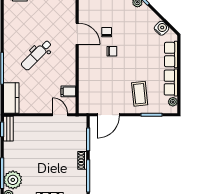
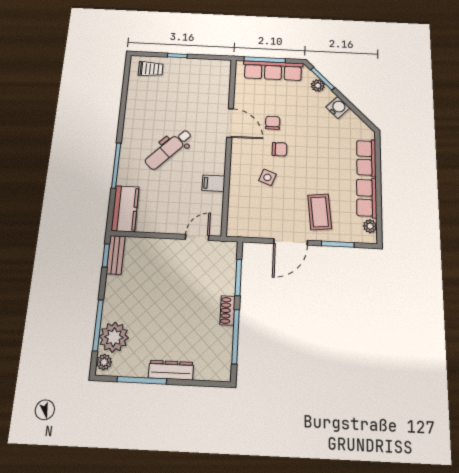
water cooler: (162, 28) -> (338, 107), moved
side table: (104, 72) -> (267, 177), added
filing cabinet: (68, 91) -> (213, 183), moved
door: (60, 115) -> (197, 237), hinge flipped
door: (108, 115) -> (291, 242), moved

